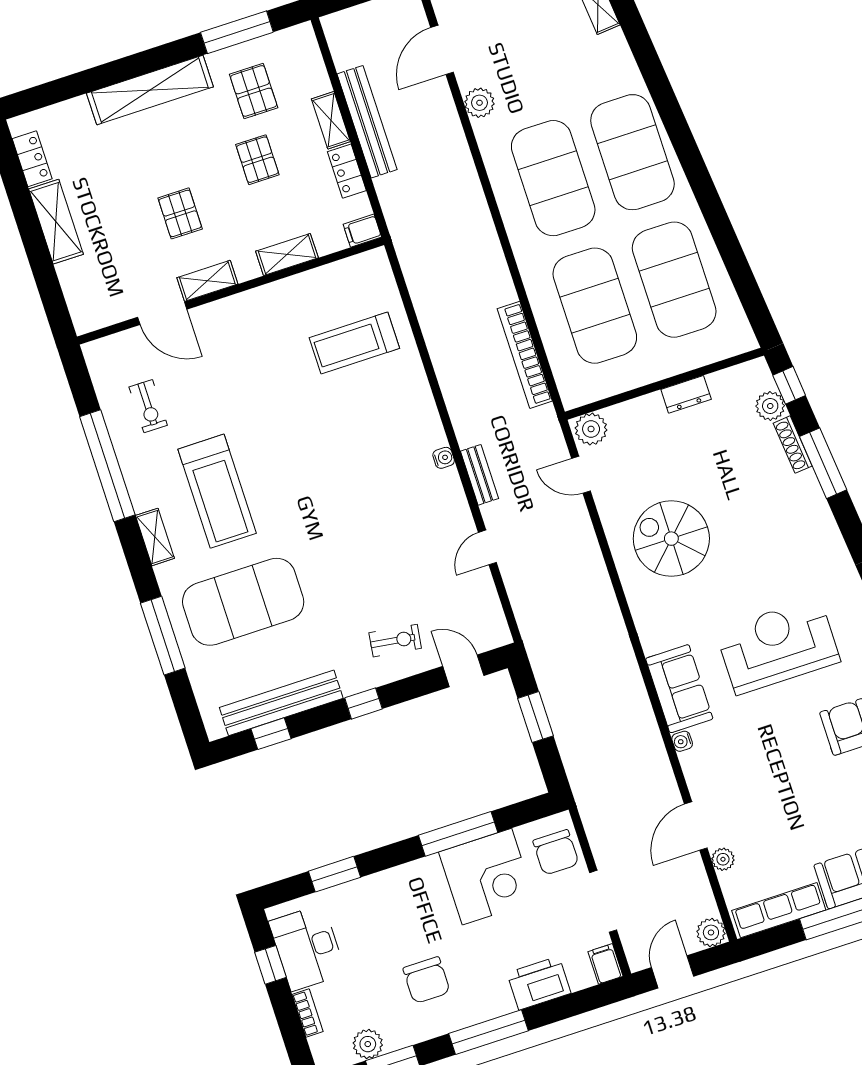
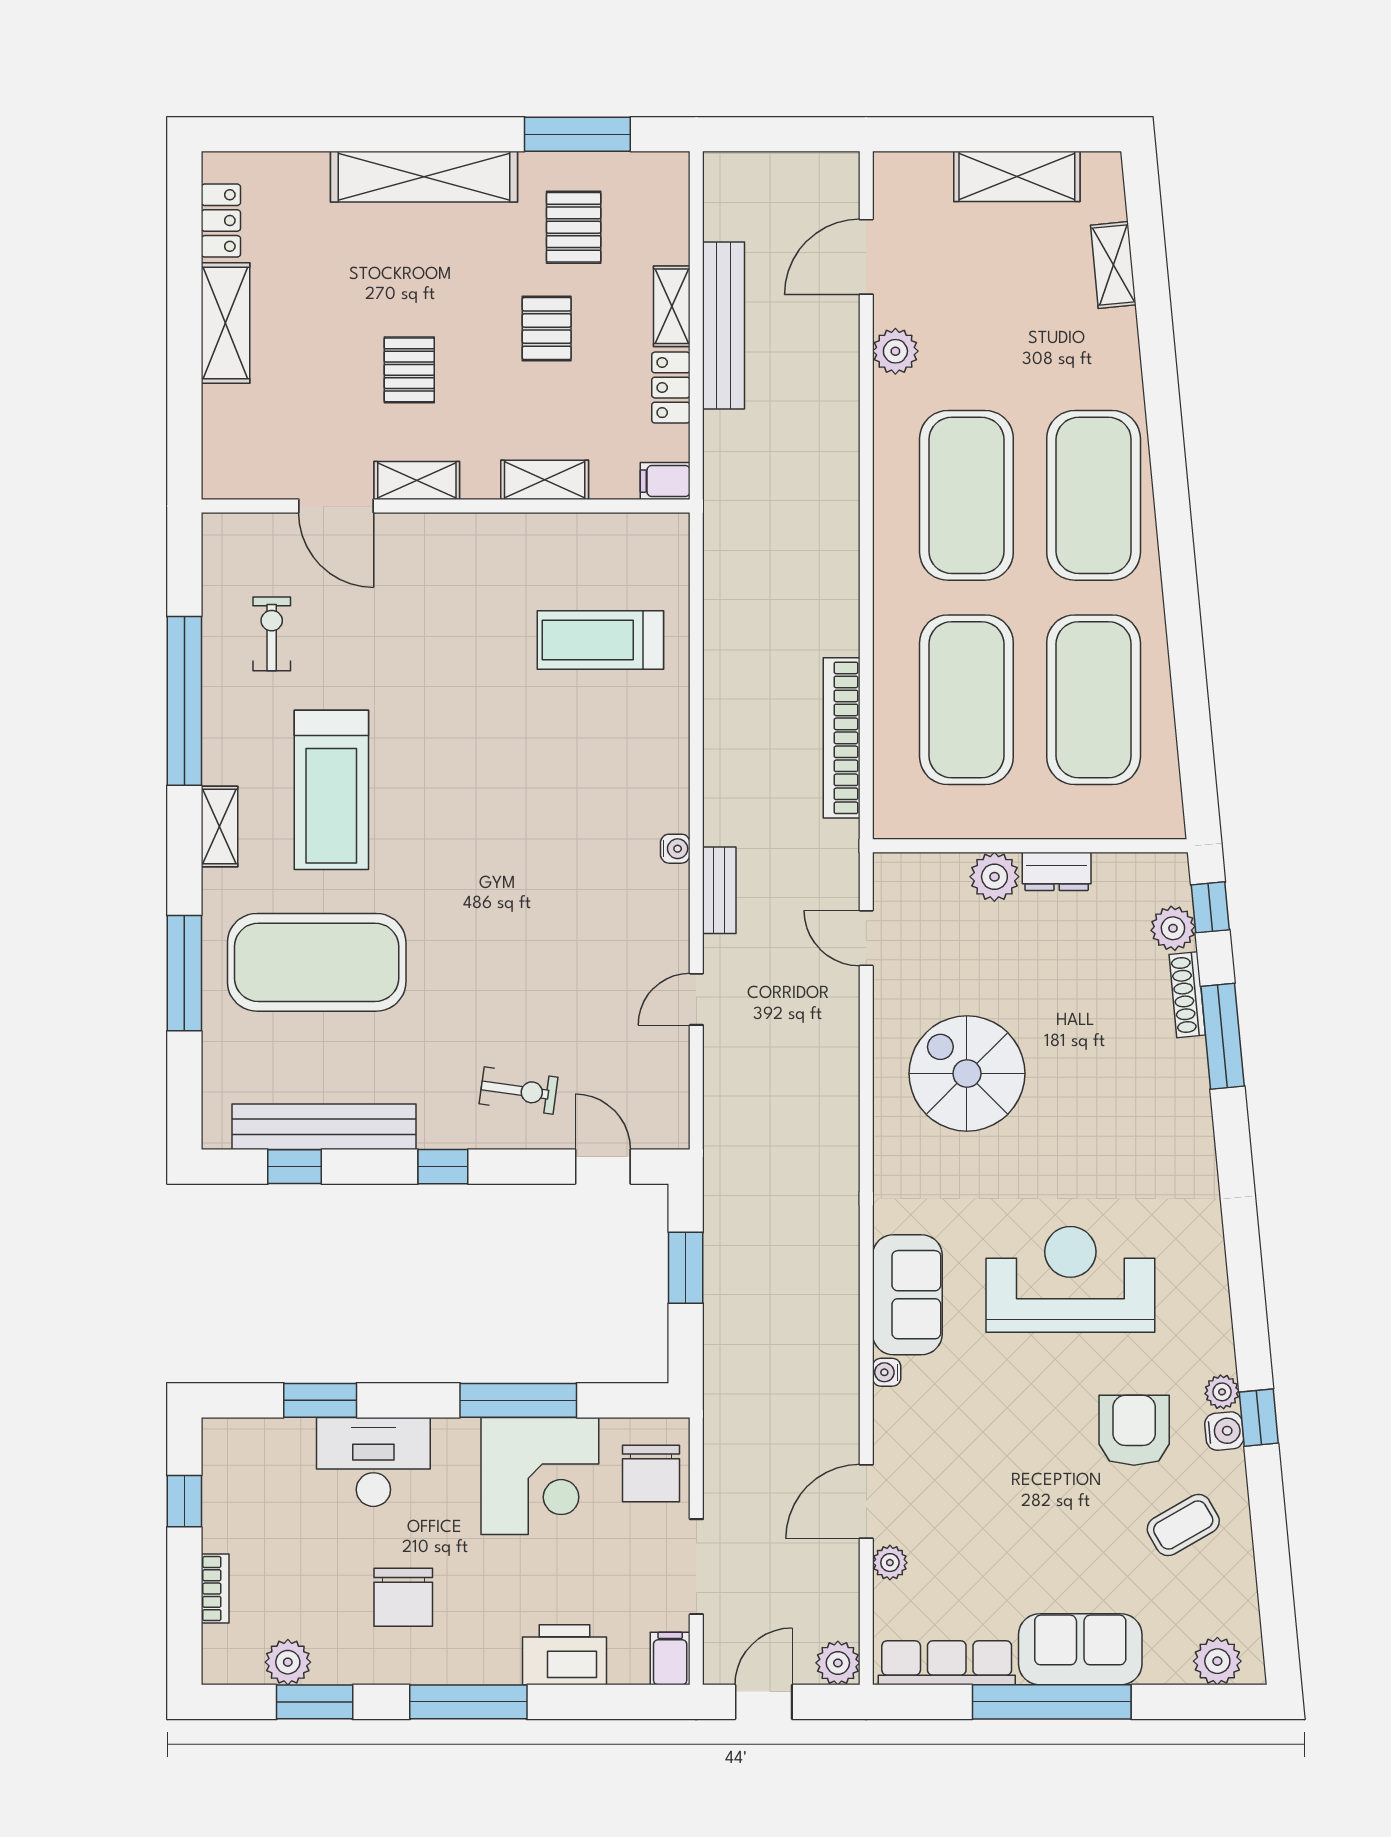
exercise bike: (148, 406) -> (272, 634), turned 180
plant: (591, 429) -> (994, 877), moved
desk: (307, 948) -> (373, 1462), moved, turned 90

